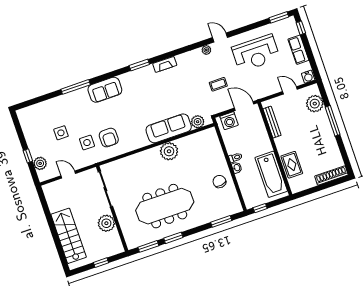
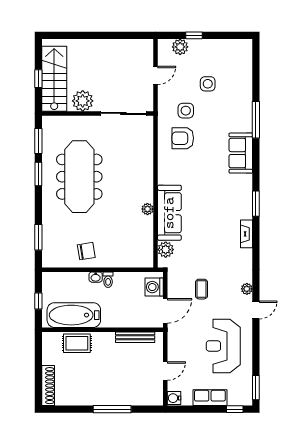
plant: (315, 104) -> (140, 395), removed
plant: (169, 151) -> (147, 209), width x0.53, depth x0.53
window: (260, 208) -> (38, 301), moved
stairs: (69, 236) -> (54, 79), moved, turned -90

